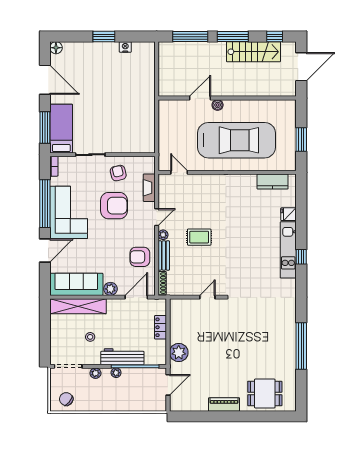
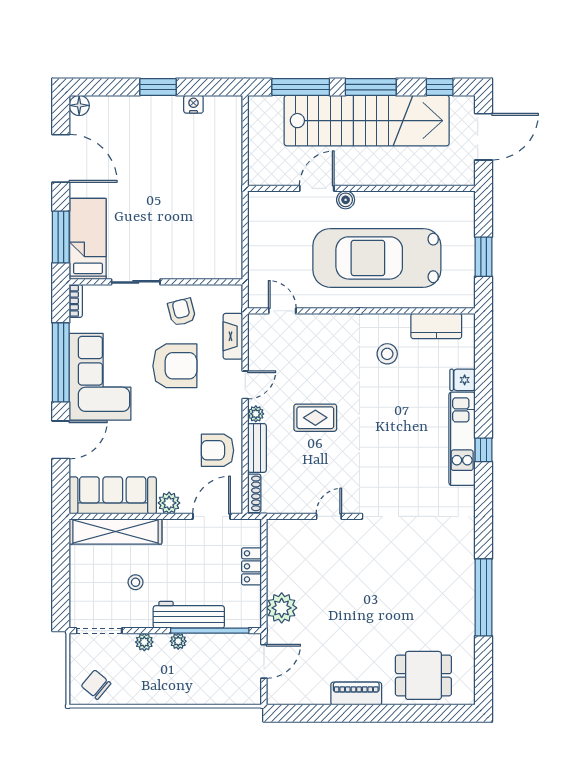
stairs: (253, 52) -> (367, 121), width x1.86, depth x1.51
car: (237, 140) -> (377, 258), turned 180
stool: (243, 198) -> (387, 354), added

